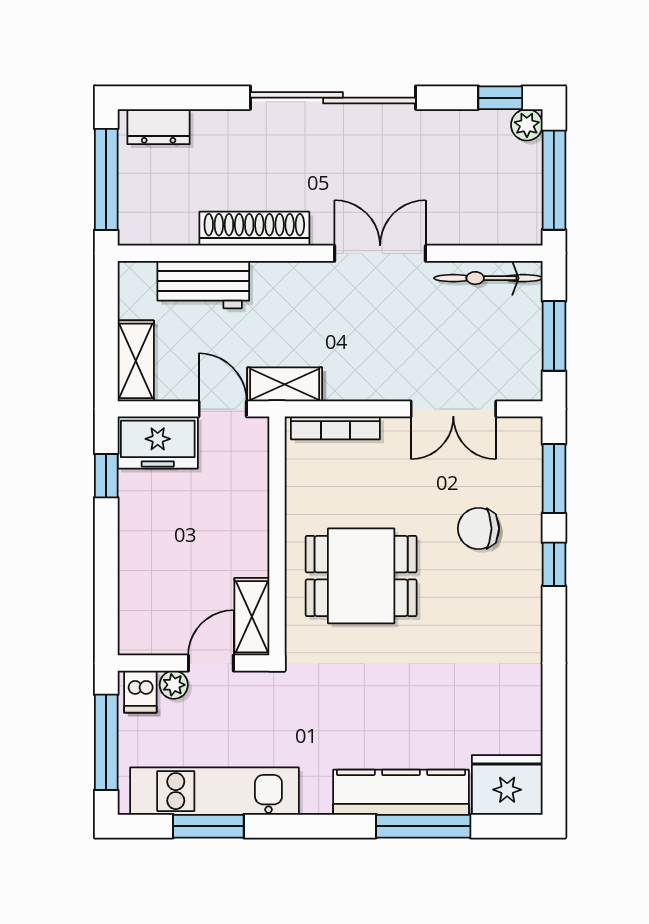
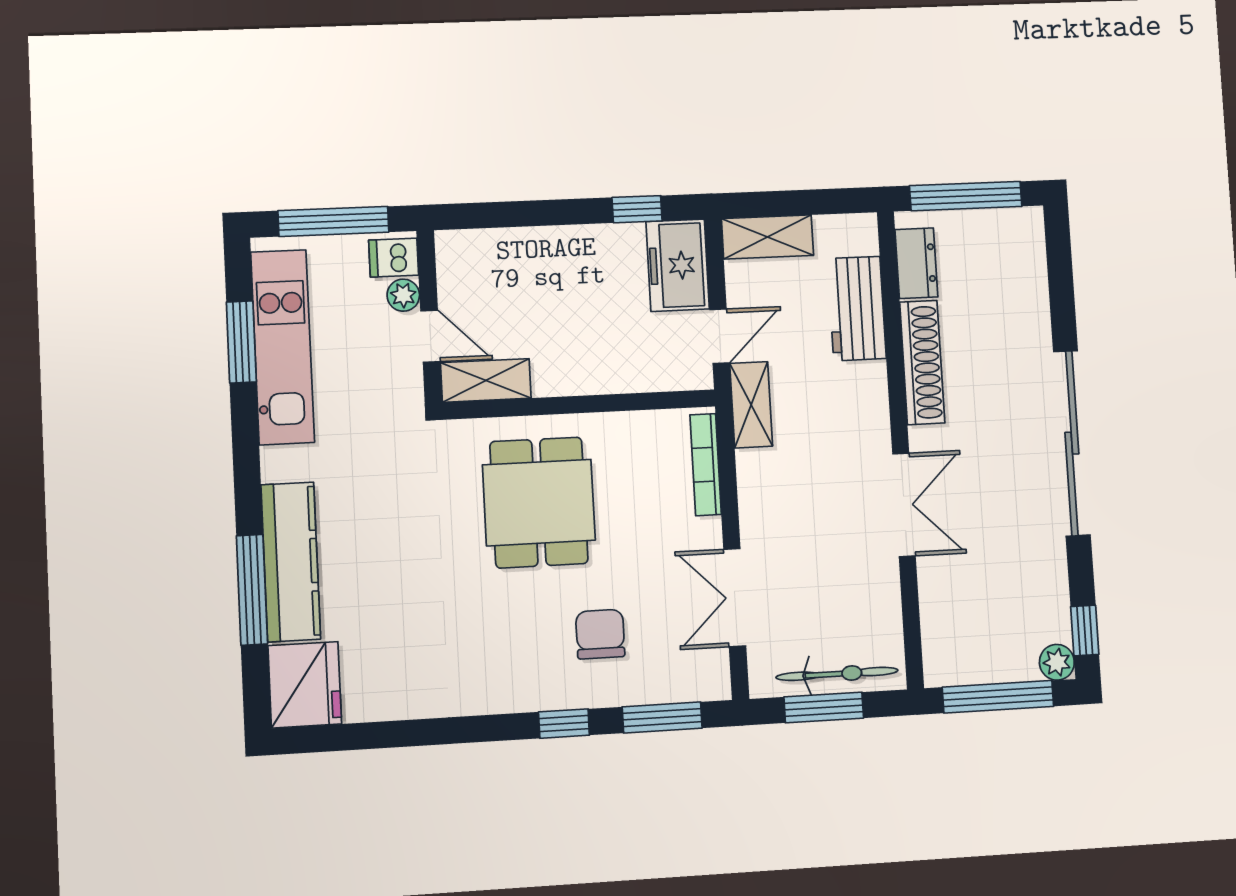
dresser: (159, 127) -> (916, 263), moved, turned 180
bicycle: (488, 278) -> (837, 674), moved, turned 90

